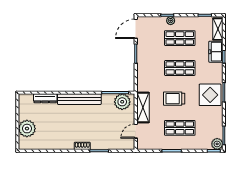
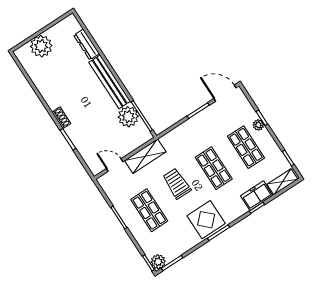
plant: (122, 102) -> (128, 117), moved

